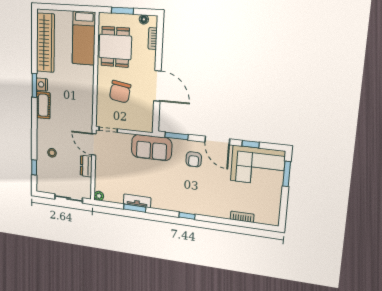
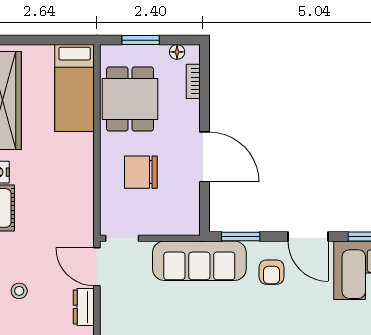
chair: (120, 92) -> (141, 172), turned 81
sofa: (152, 148) -> (199, 261), width x1.36

